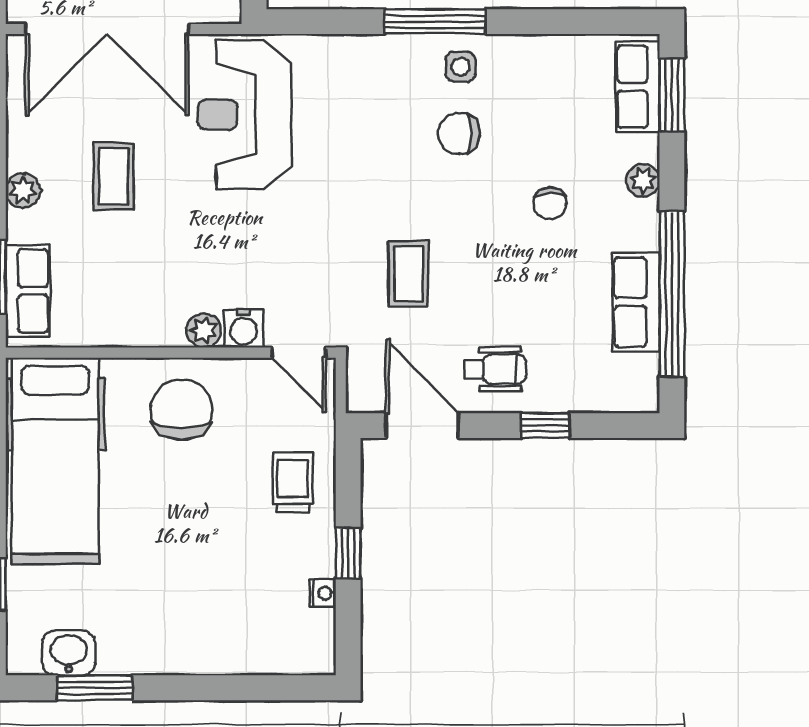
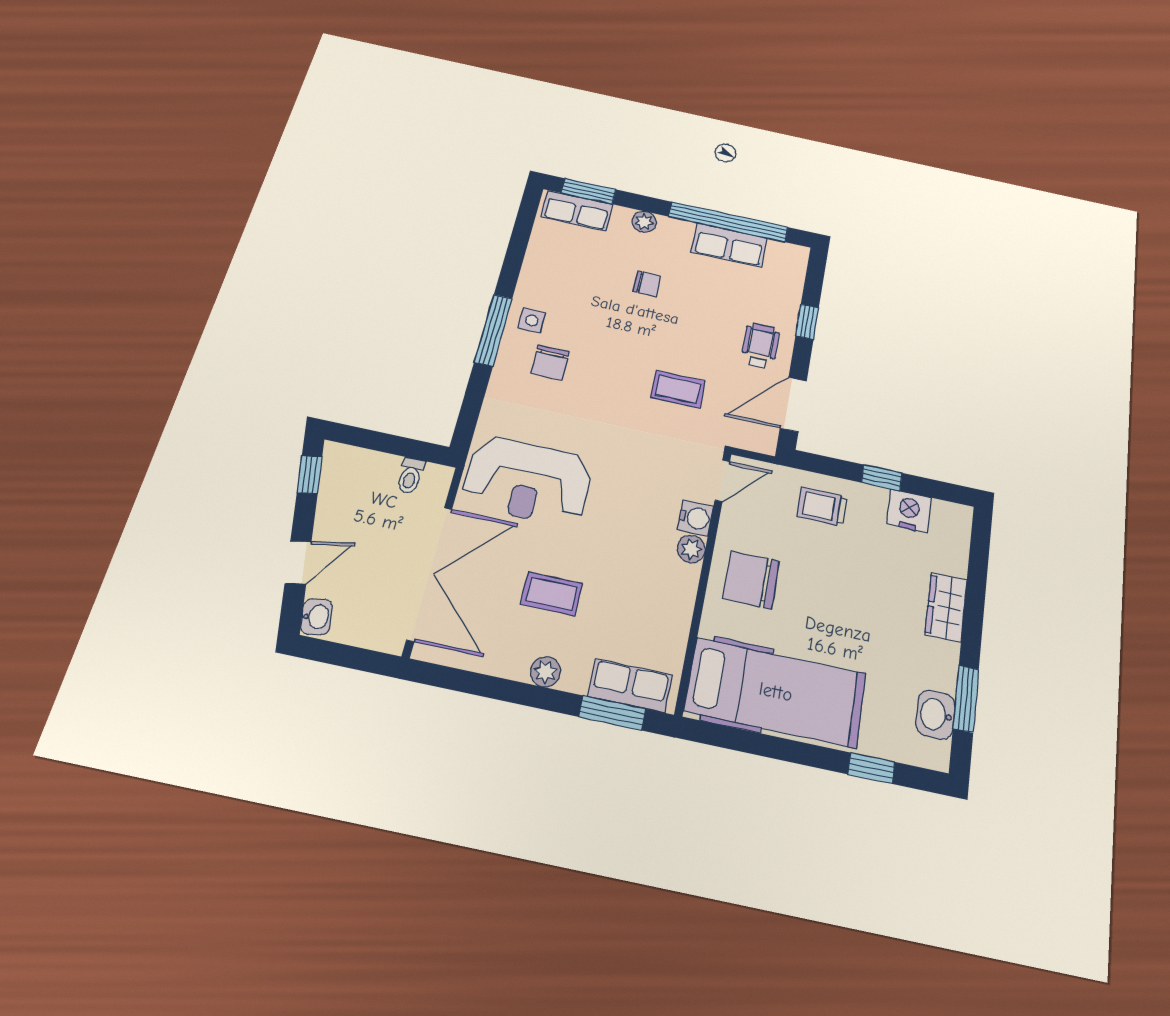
chair: (459, 133) -> (550, 362), moved
nightstand: (323, 593) -> (909, 511), width x1.89, depth x1.79
wardrobe: (199, 653) -> (946, 607), added

